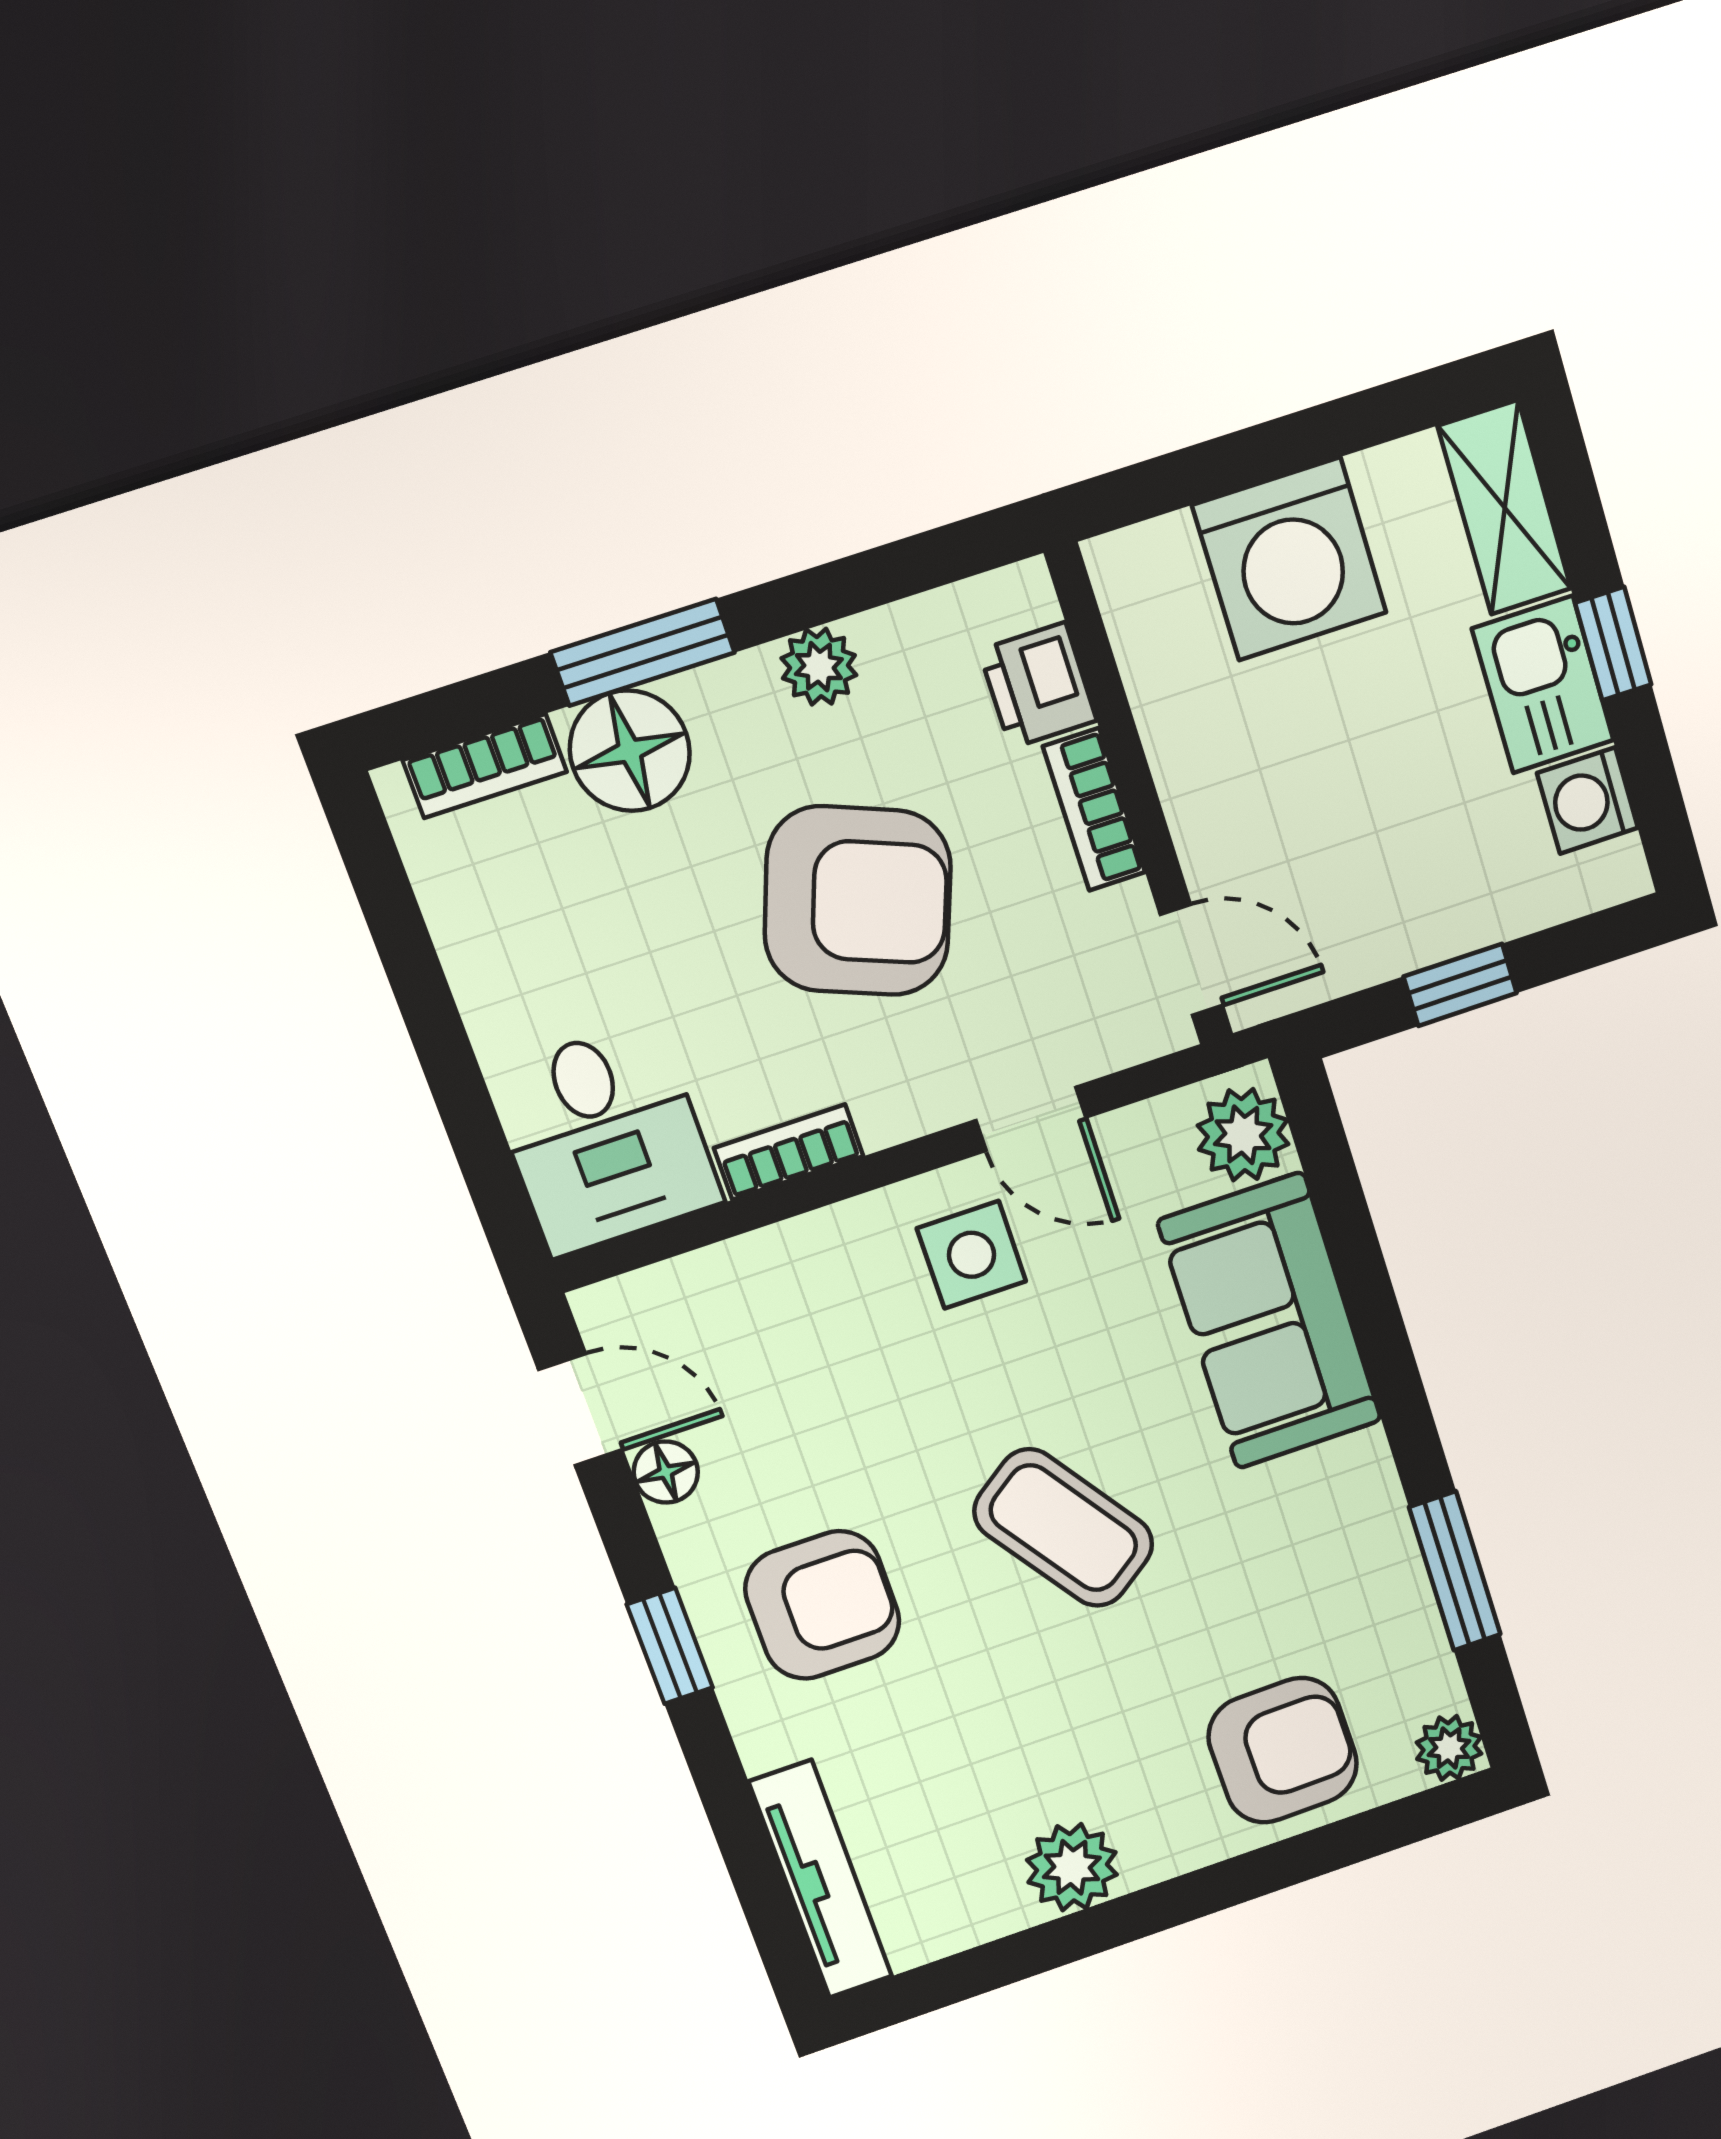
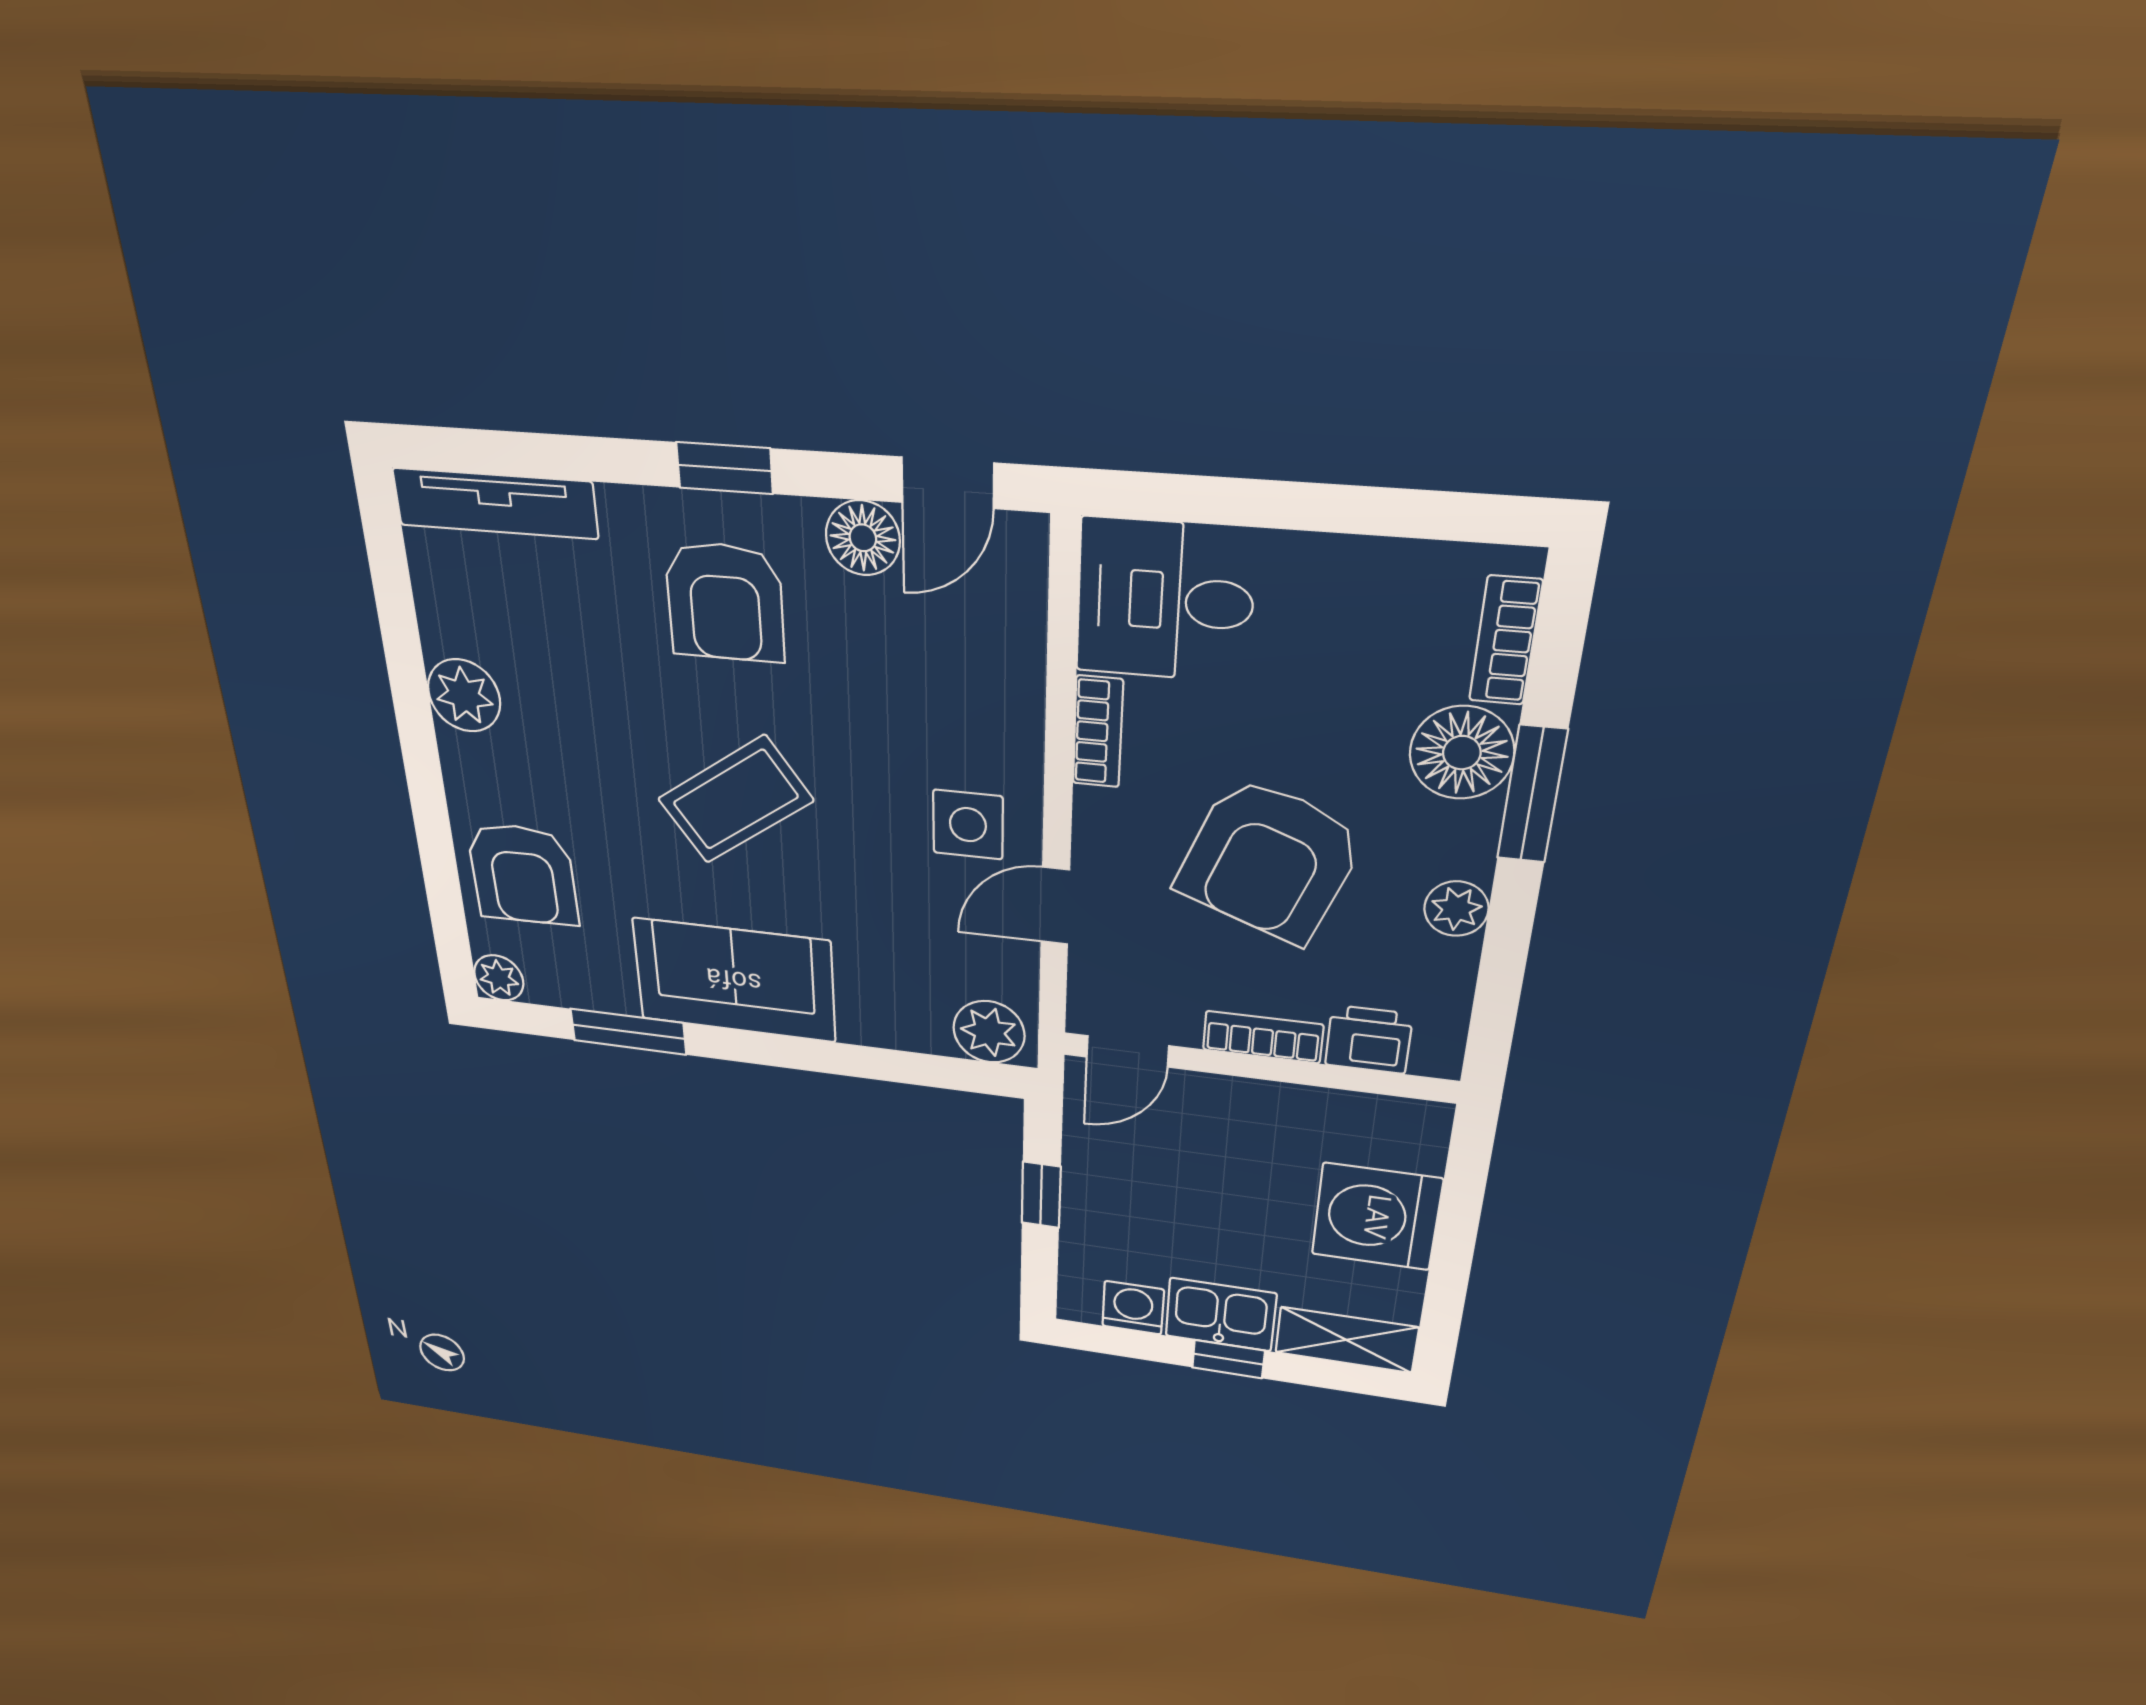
sofa: (1270, 1321) -> (734, 980), moved
floor lamp: (666, 1472) -> (863, 538), width x1.37, depth x1.37

